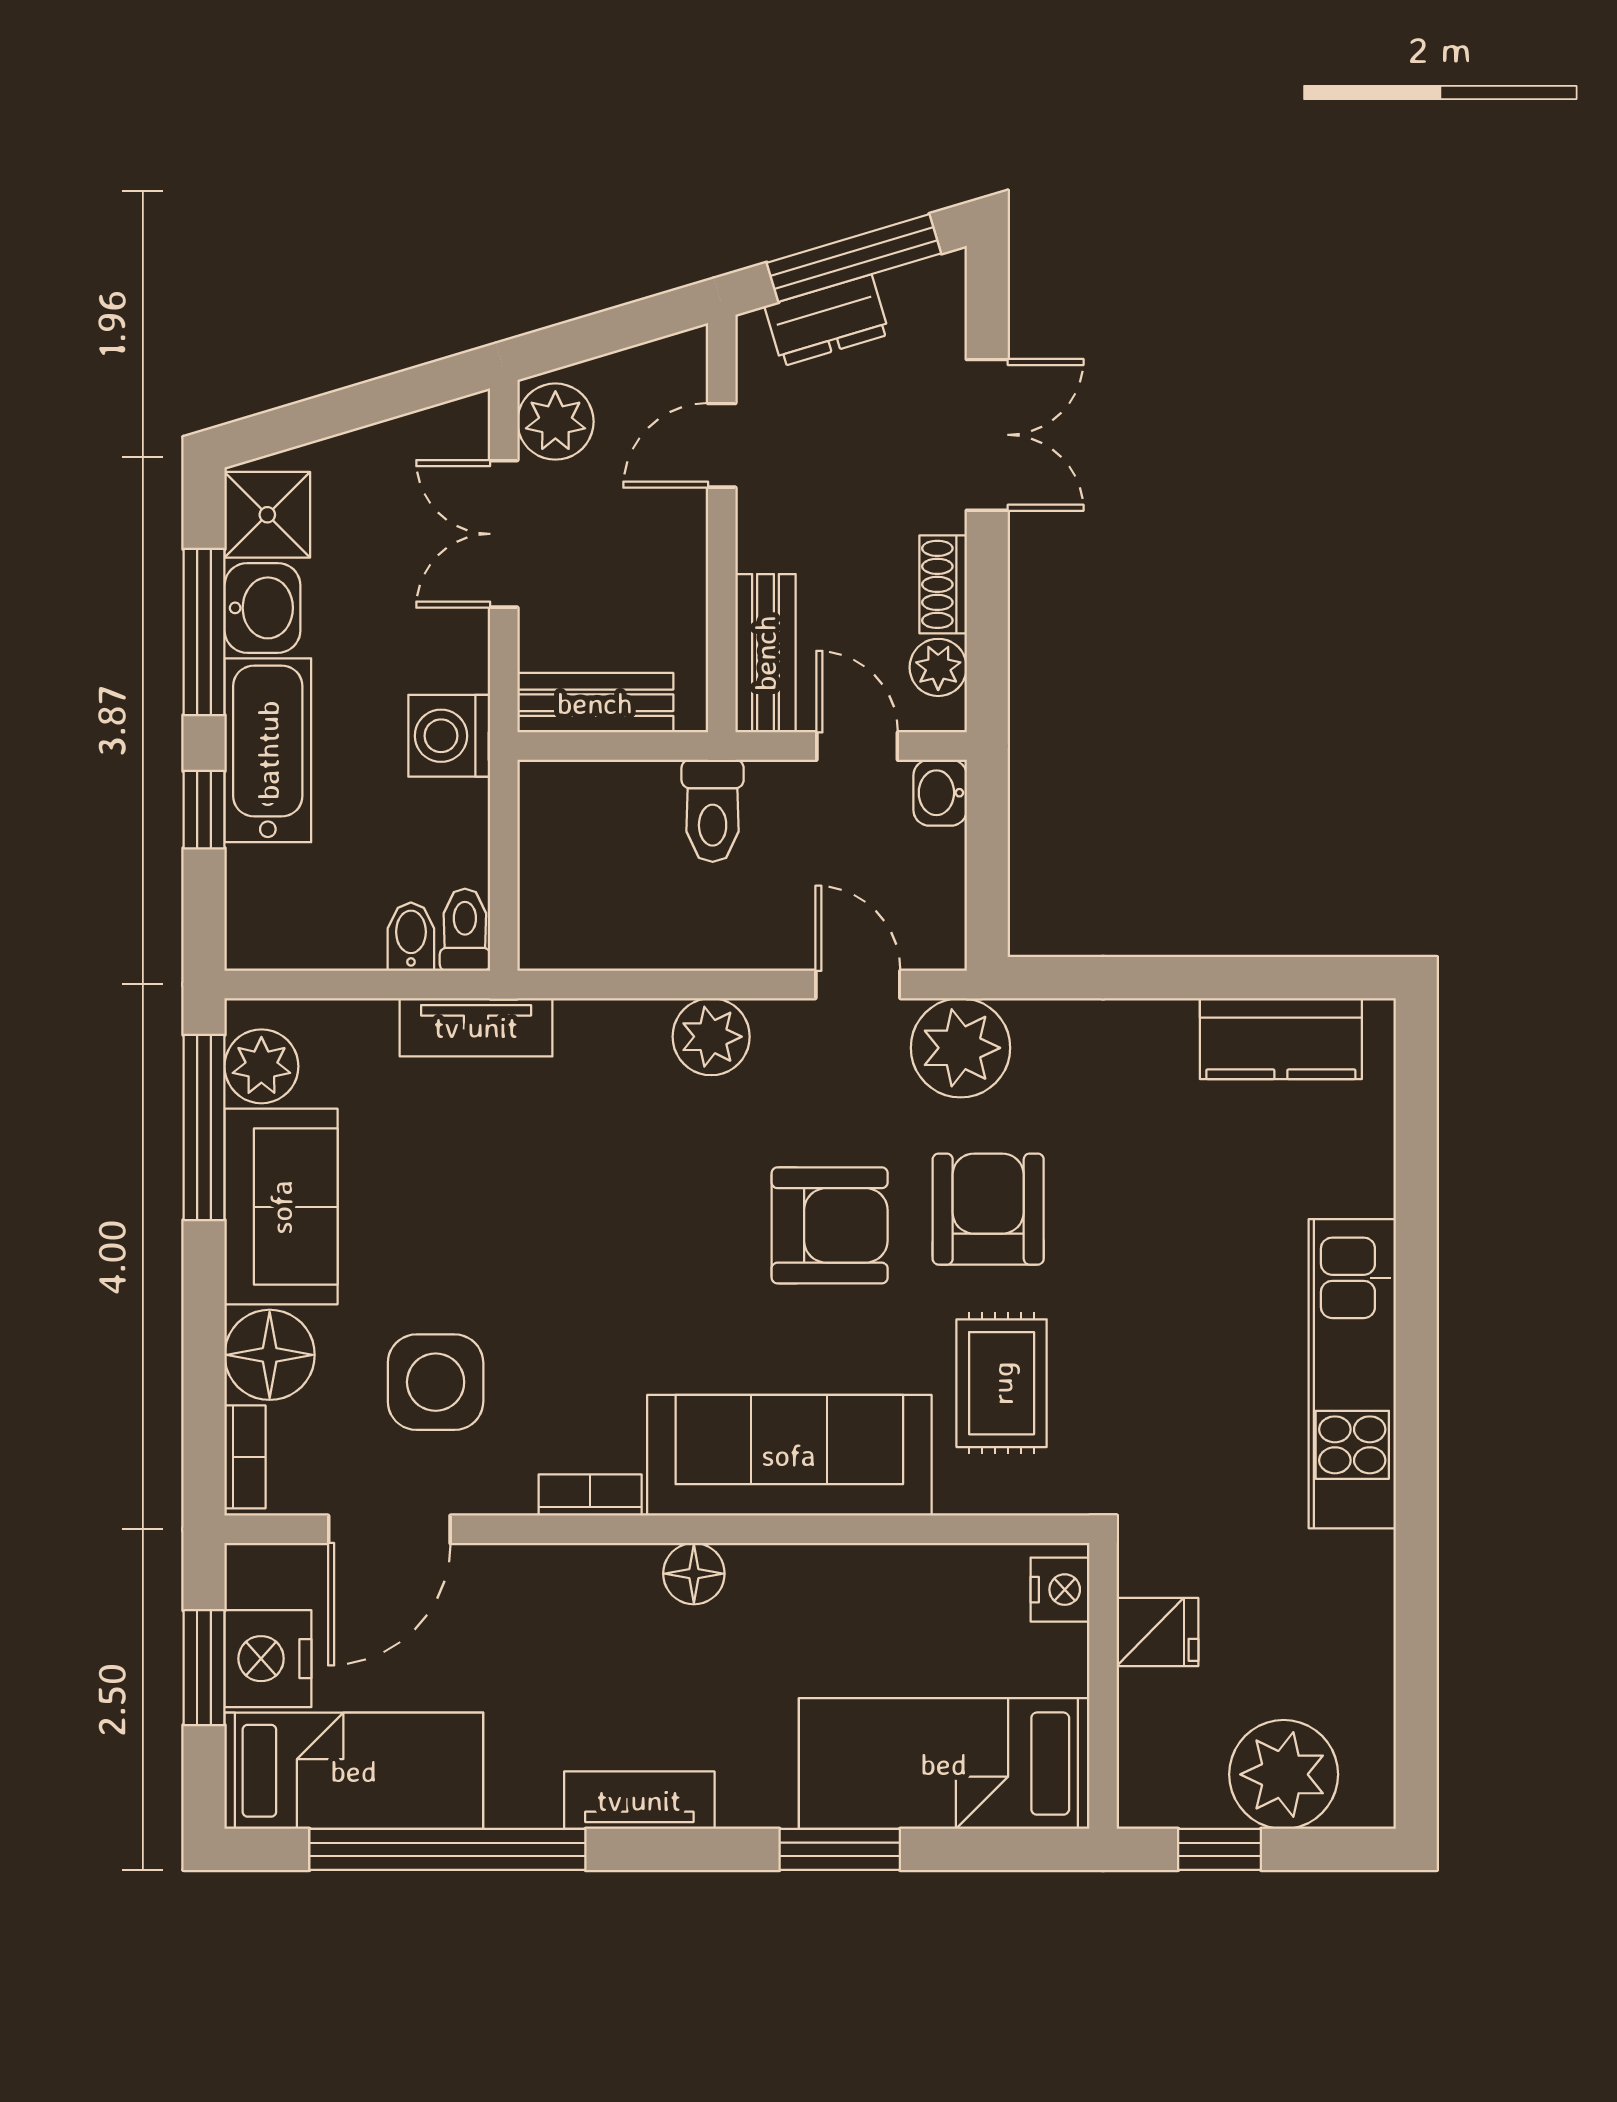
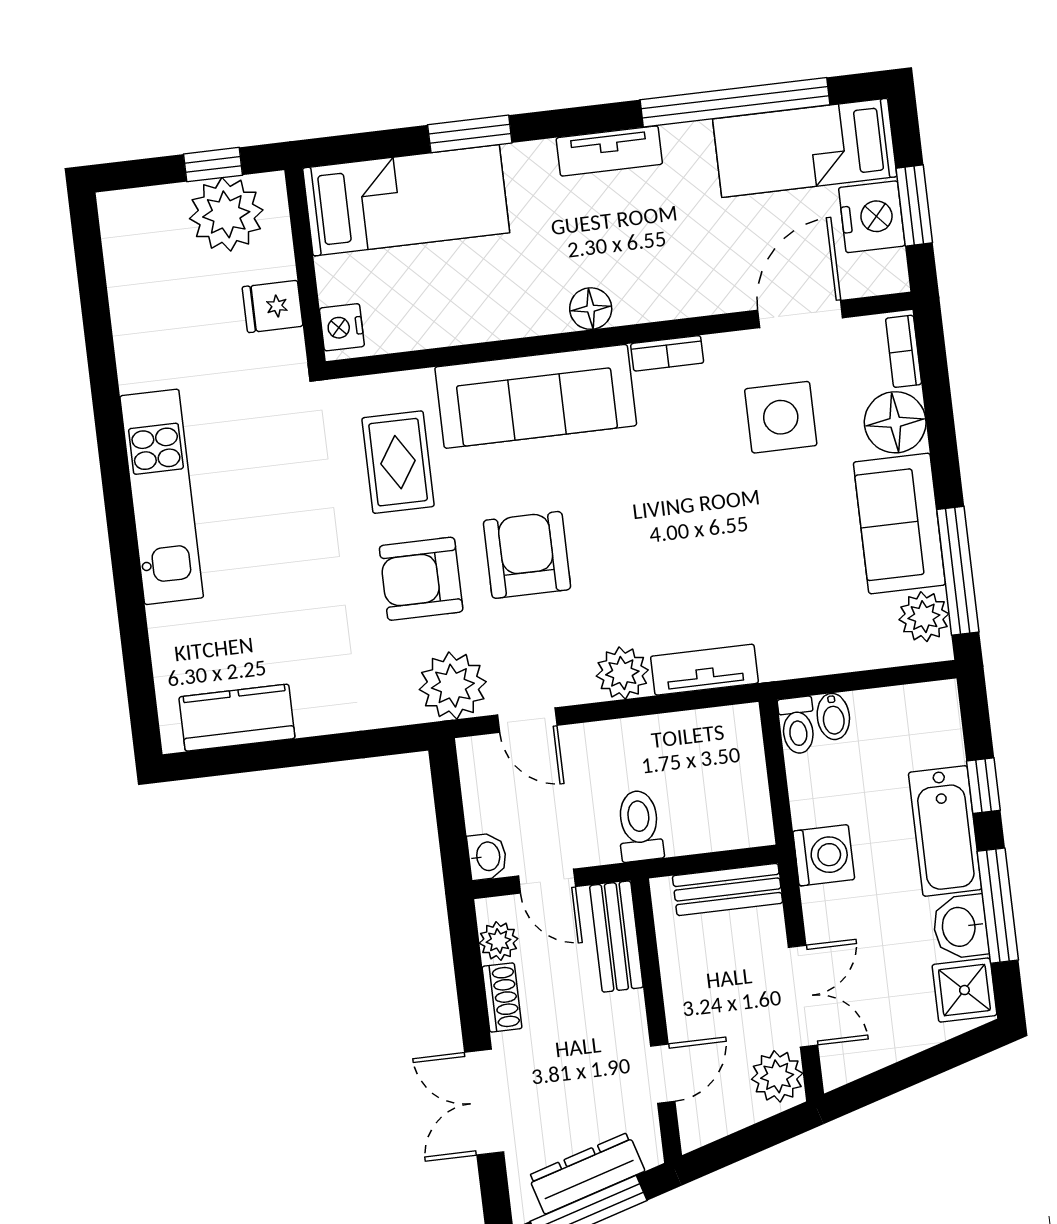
dresser: (827, 320) -> (586, 1173), width x1.44
tv unit: (476, 1027) -> (704, 670), moved
armchair: (988, 1209) -> (421, 579), turned 90
armchair: (830, 1225) -> (527, 555), turned 90
plant: (1284, 1774) -> (226, 214), moved

